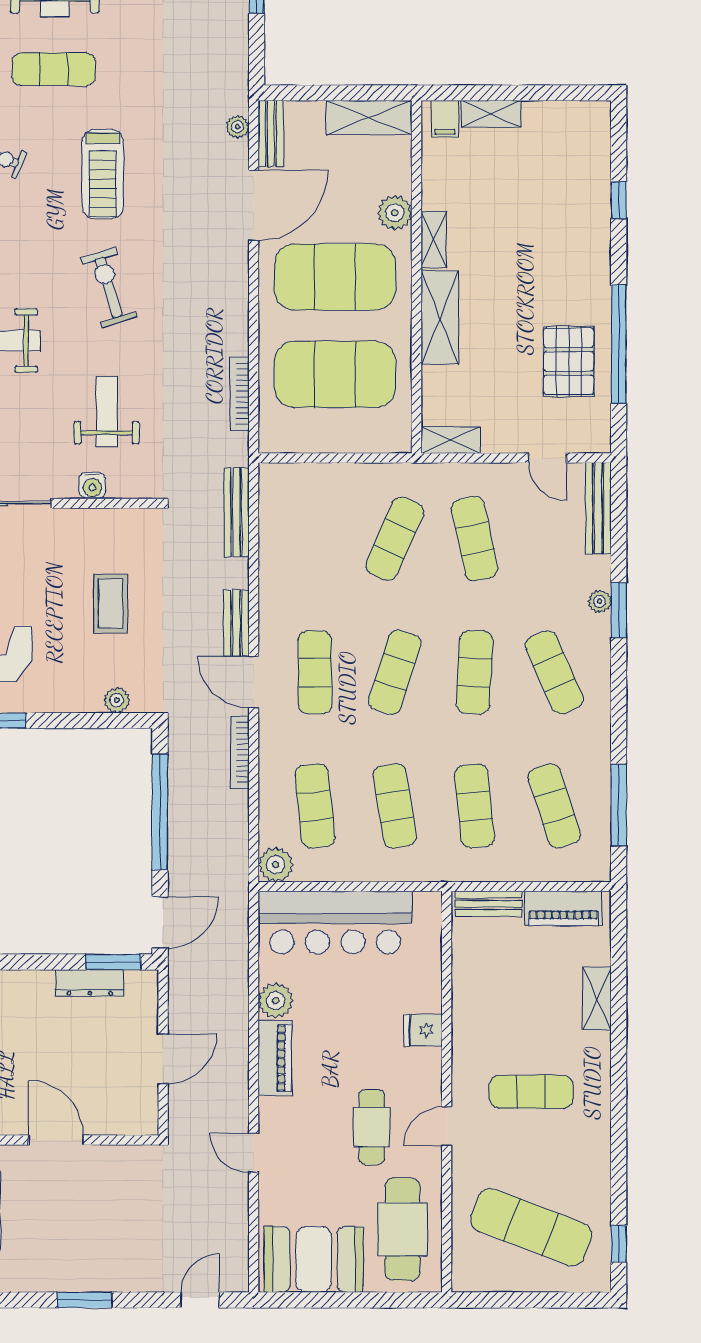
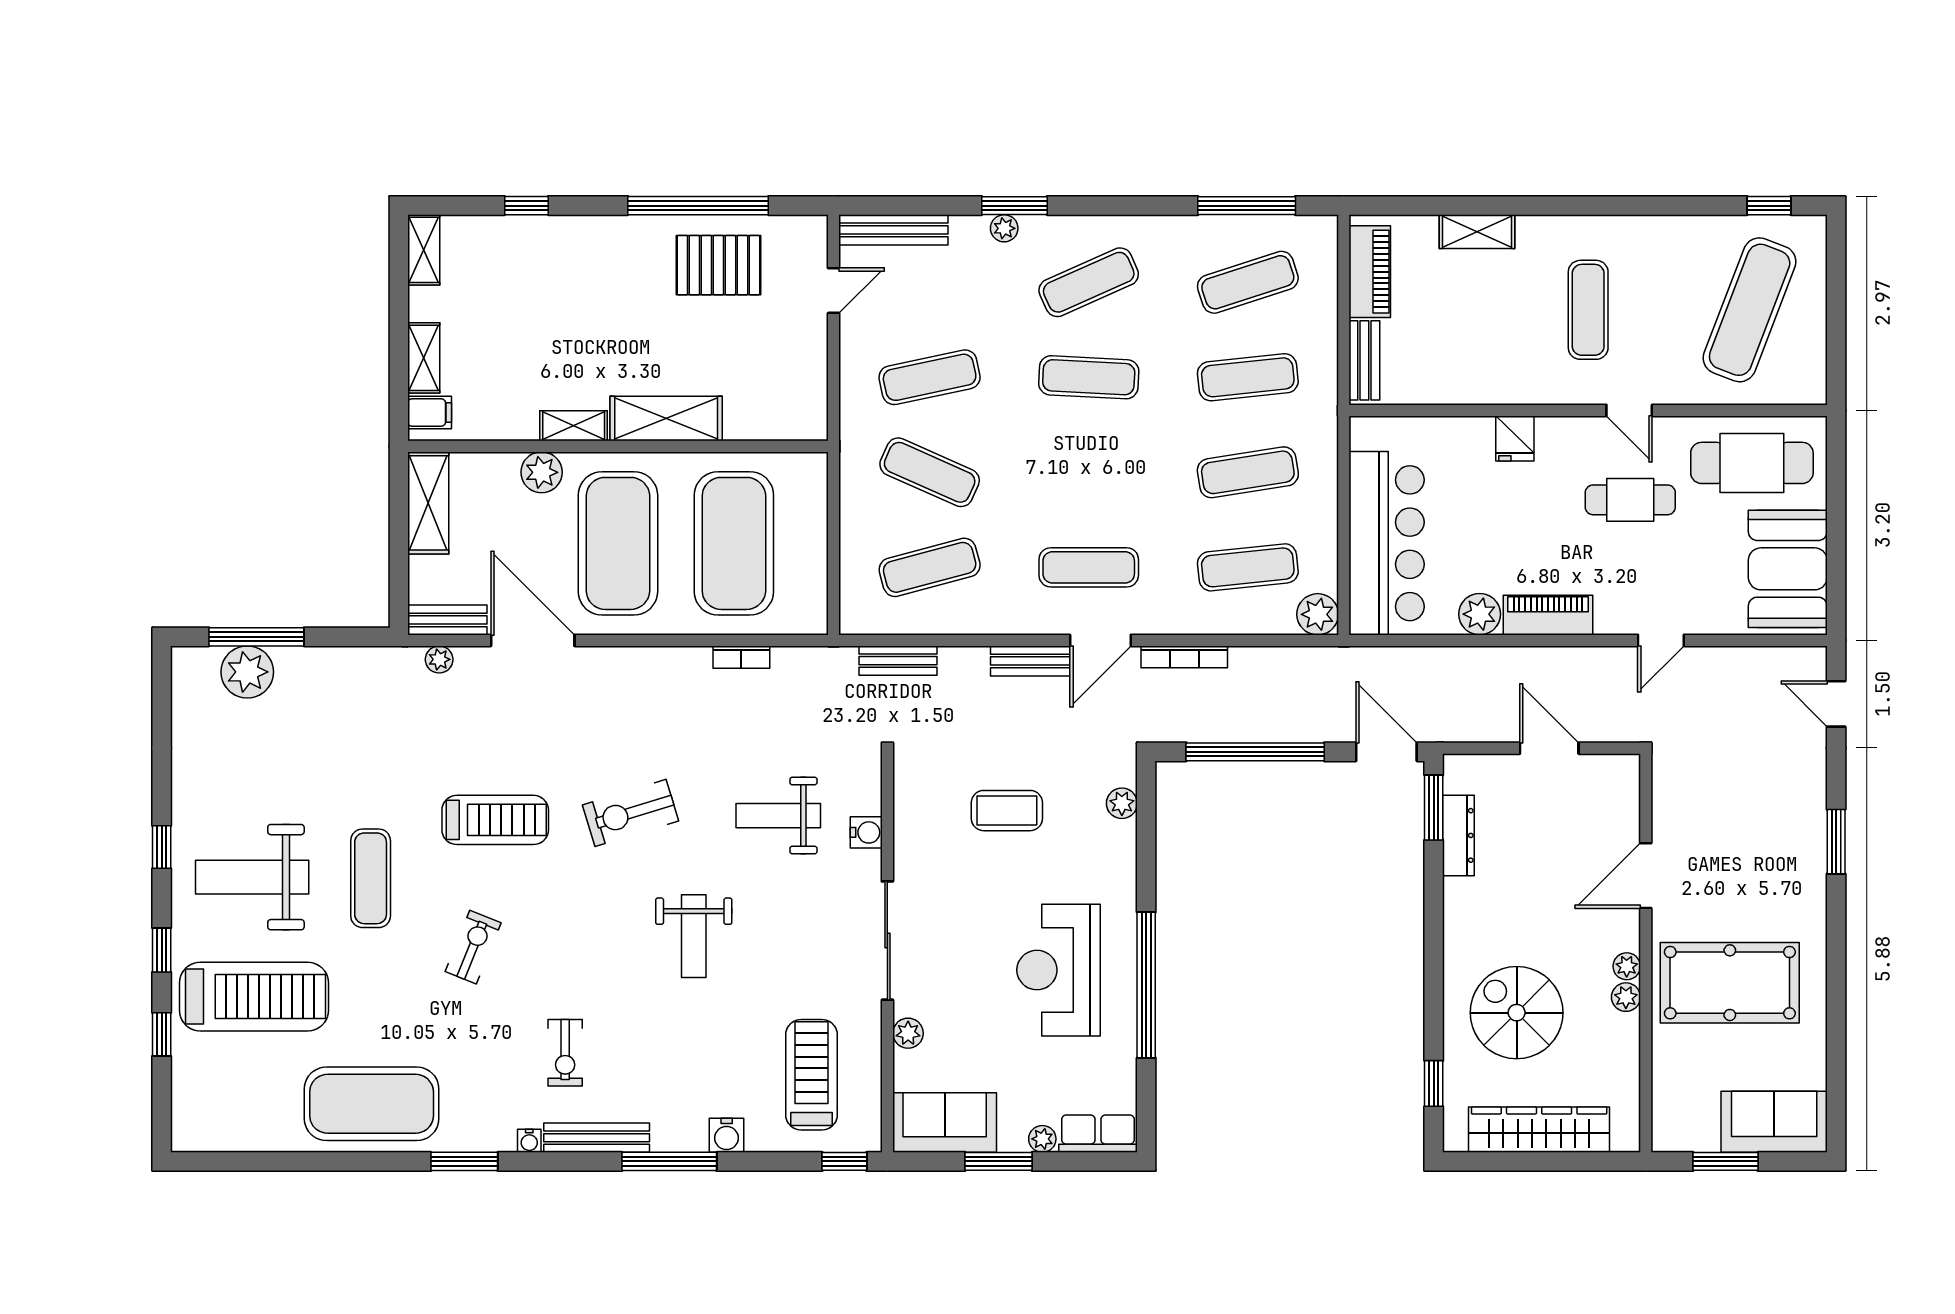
bookcase: (240, 394) -> (741, 657), width x0.64
shelving: (451, 440) -> (424, 250), moved
bench: (237, 512) -> (898, 661), width x0.73
exercise mat: (395, 672) -> (930, 567), moved, turned -33

